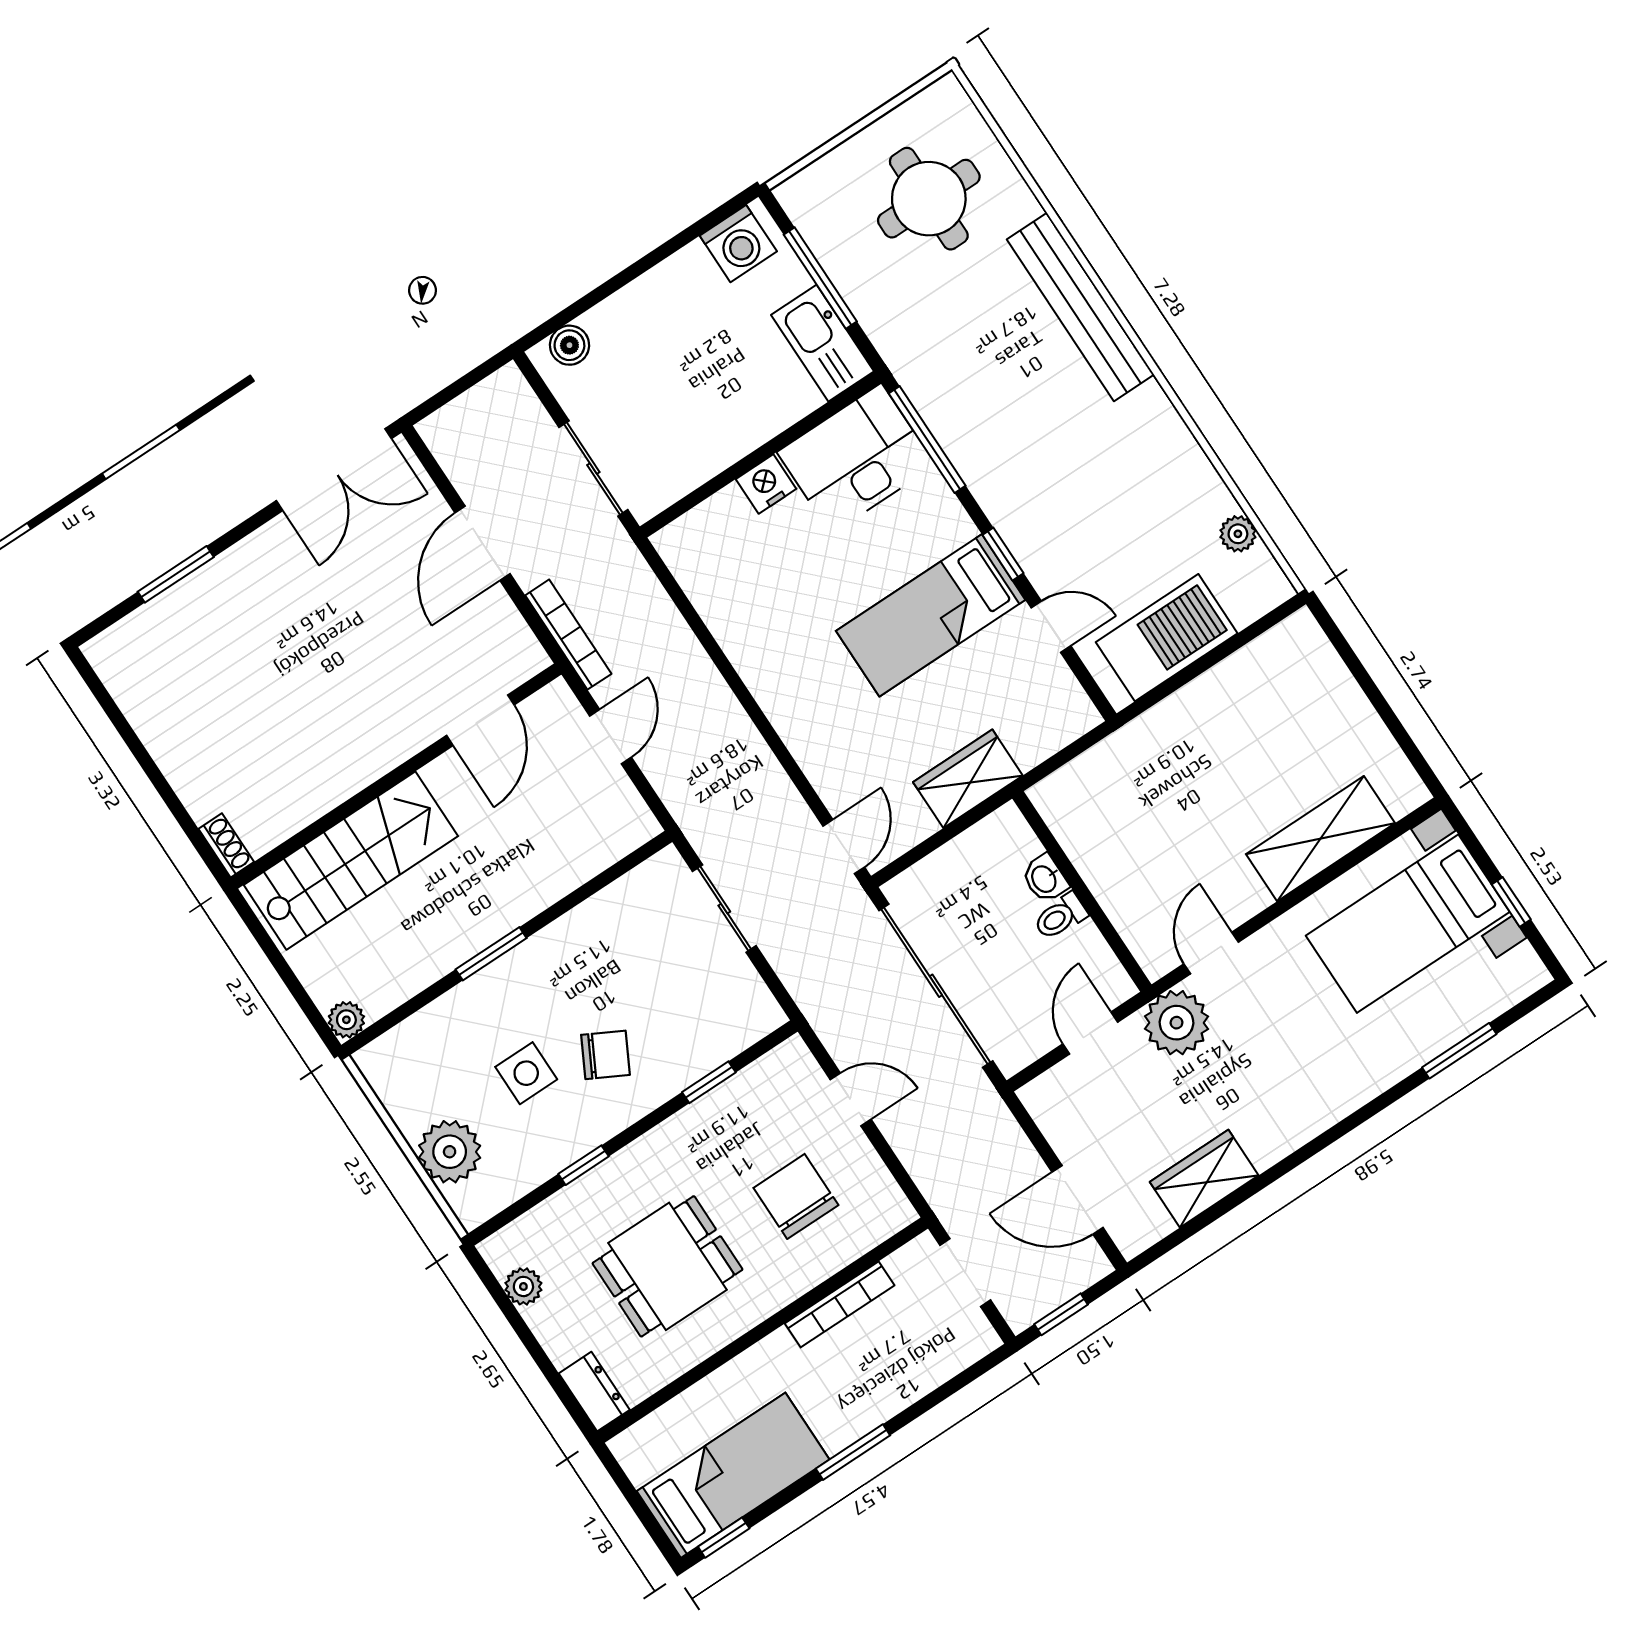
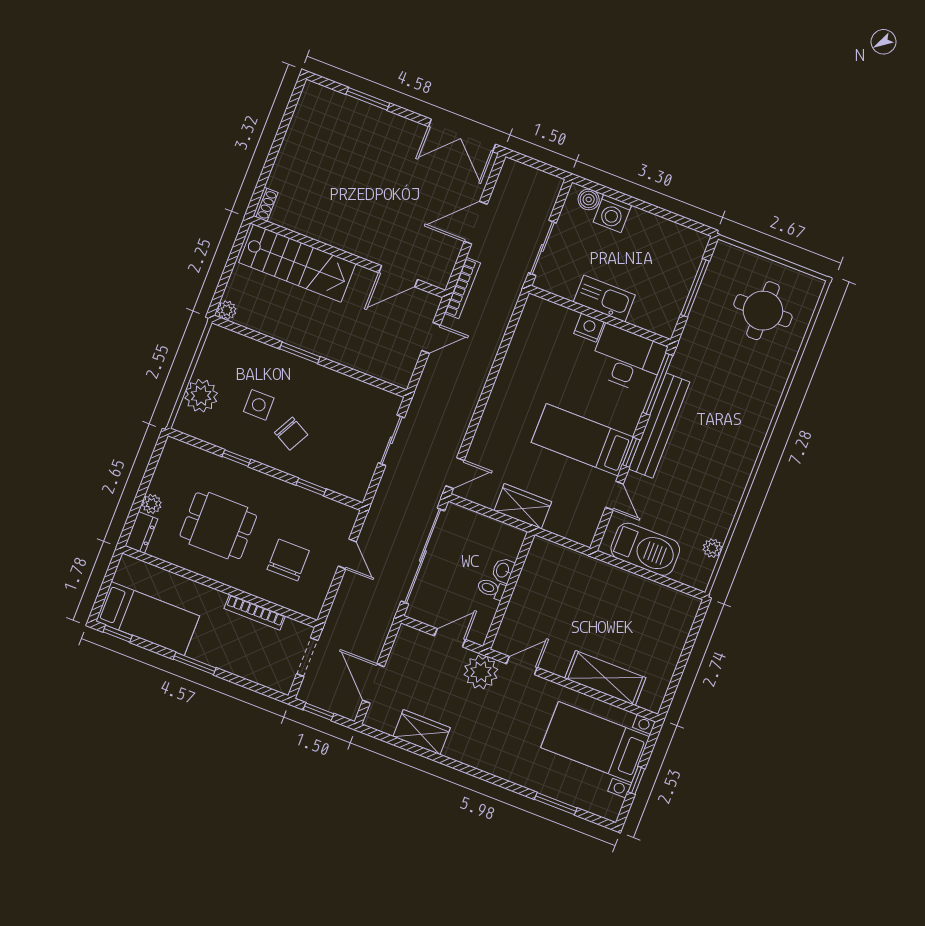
washing machine: (738, 244) -> (612, 214), moved
bench: (1080, 307) -> (659, 426), moved
kitchen sink: (822, 343) -> (604, 299), moved, turned 90
plant: (523, 1286) -> (152, 504), moved

